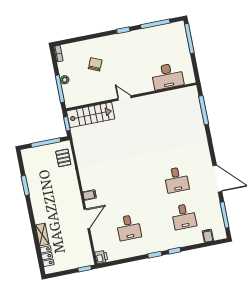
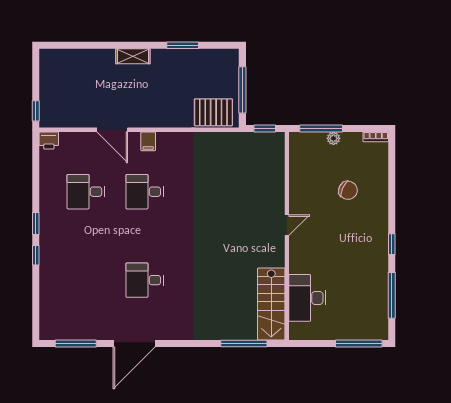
stairs: (91, 115) -> (271, 304), moved
pallet: (63, 158) -> (213, 112), width x1.50, depth x1.42
desk: (184, 216) -> (145, 192), moved
shelving: (42, 235) -> (133, 56), moved
filing cabinet: (208, 236) -> (49, 311), removed
locker: (47, 256) -> (67, 57), removed

